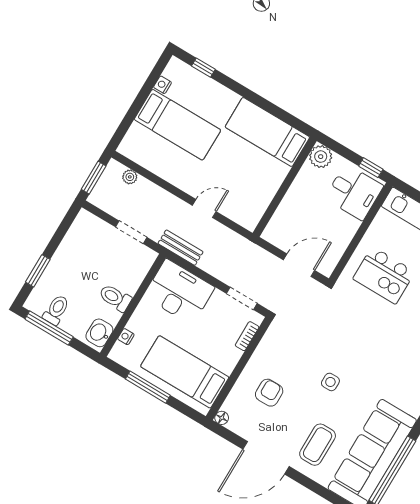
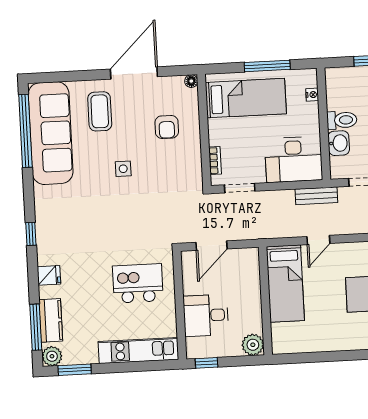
bed: (267, 132) -> (285, 284), moved, turned 90
desk: (354, 192) -> (206, 315), moved
washbasin: (99, 333) -> (339, 143), moved

